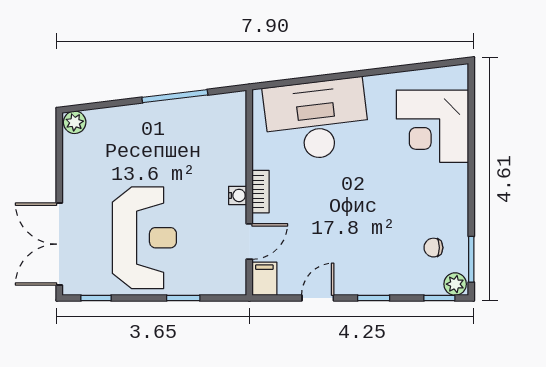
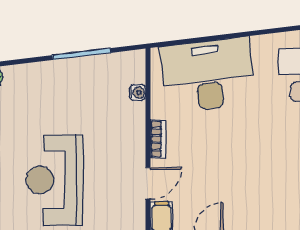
water cooler: (238, 195) -> (138, 93), moved
reception desk: (144, 238) -> (55, 180), turned 180

